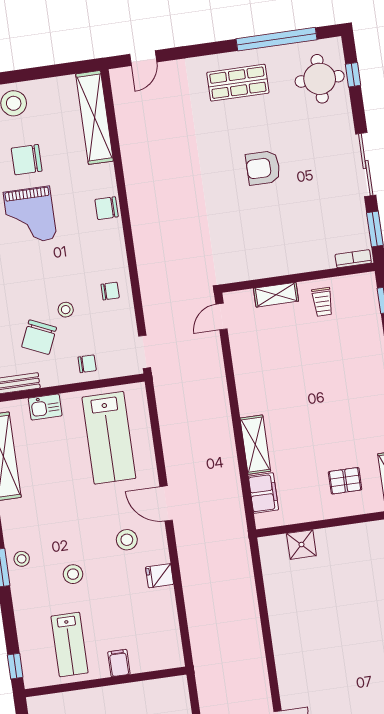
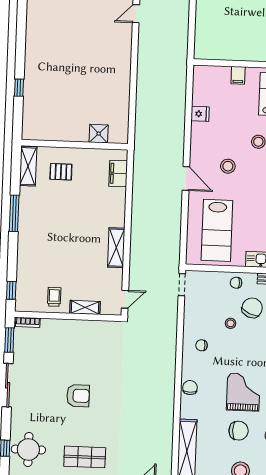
chair: (107, 208) -> (190, 388), turned -90
chair: (110, 291) -> (202, 345), moved
chair: (87, 364) -> (236, 283), moved
lab bench: (109, 438) -> (217, 230), turned 180
shelving: (255, 445) -> (116, 248), moved
stool: (127, 540) -> (228, 166), moved
fridge: (160, 576) -> (200, 114), moved

